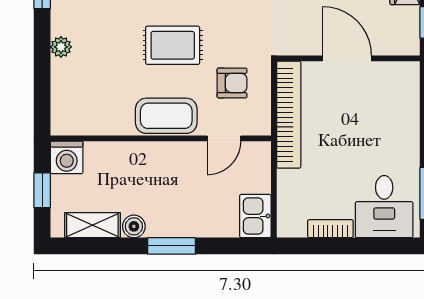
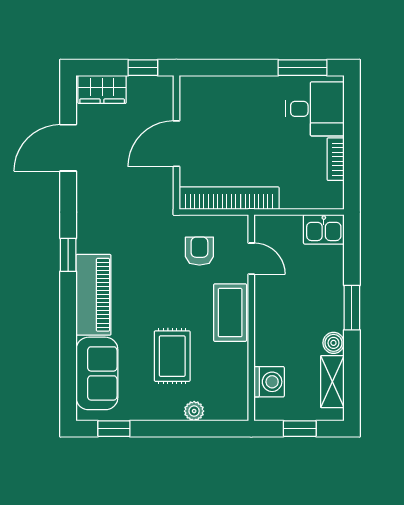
rug: (173, 45) -> (172, 356), moved
plant: (61, 47) -> (194, 411), moved
washing machine: (67, 157) -> (269, 382), moved

